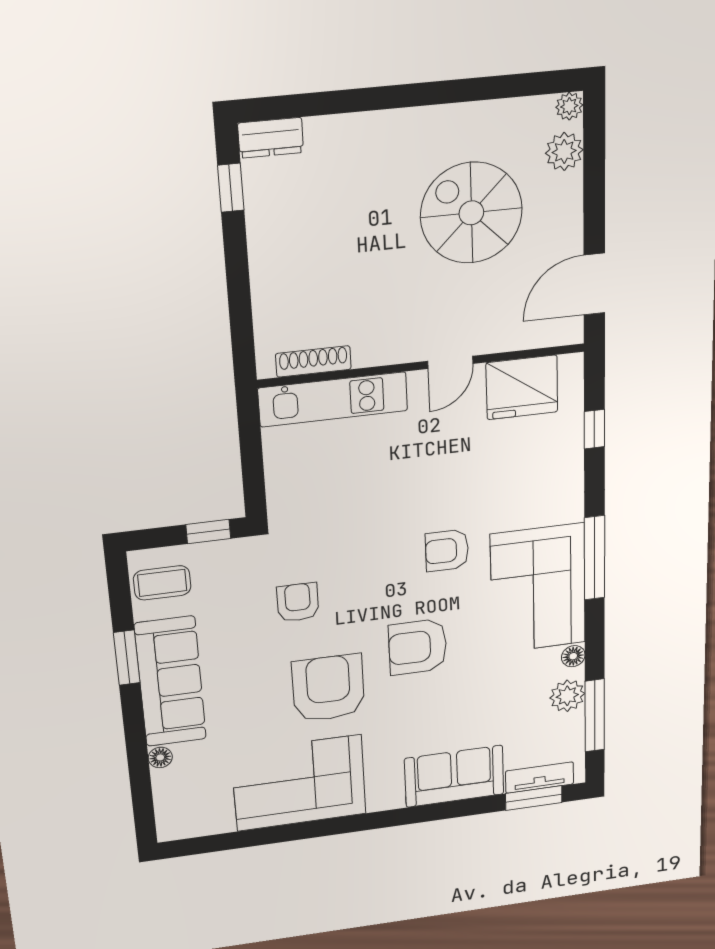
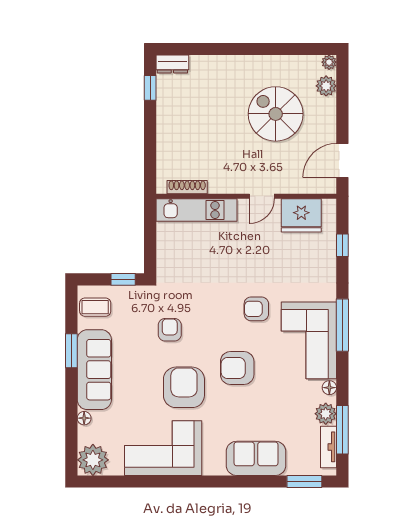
tv unit: (540, 778) -> (328, 447), moved, turned -90
plant: (182, 817) -> (93, 460), added

